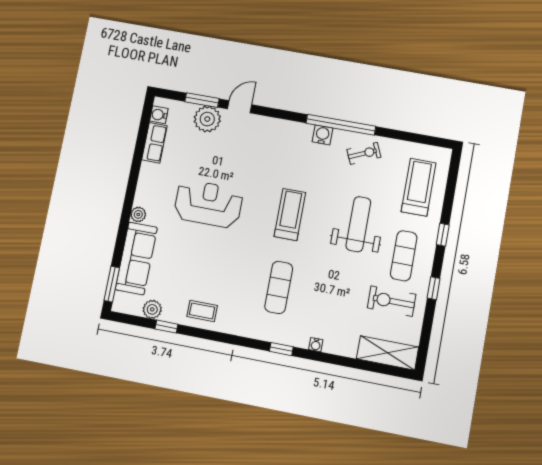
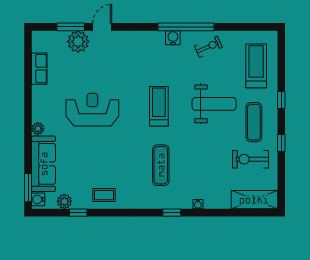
water cooler: (159, 115) -> (38, 199), moved
weight bench: (358, 224) -> (214, 104), turned 90

